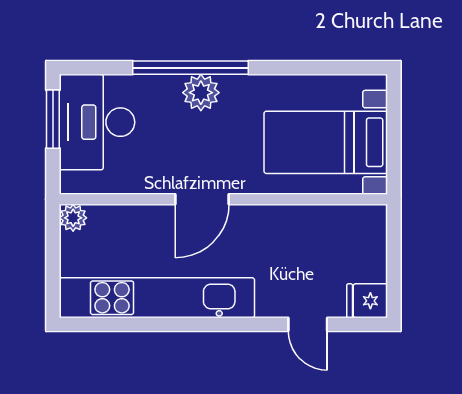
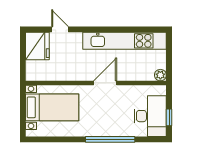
plant: (201, 93) -> (106, 129), removed
window: (53, 119) -> (169, 117), width x0.67
fridge: (367, 301) -> (37, 46), width x1.88, depth x1.34

